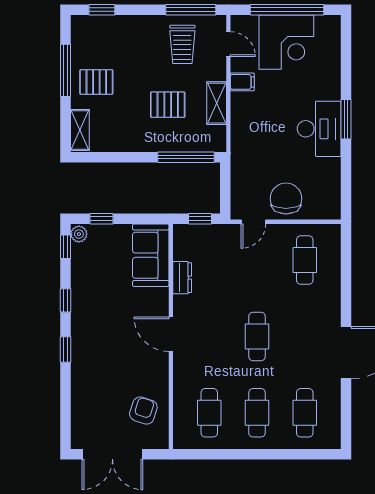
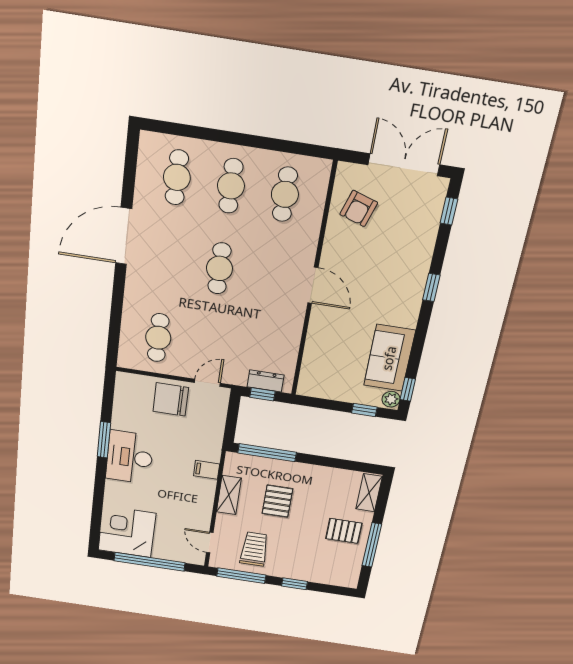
window: (102, 10) -> (294, 584), moved
corner desk: (286, 42) -> (127, 532), moved
filing cabinet: (242, 82) -> (207, 470), moved
pallet: (168, 105) -> (277, 501), turned 90
window: (346, 119) -> (104, 440), moved
chair: (286, 199) -> (171, 399), turned 90
sofa: (151, 255) -> (389, 358), moved, turned 180
dresser: (182, 278) -> (266, 381), moved, turned 90
window: (65, 300) -> (449, 211), moved

